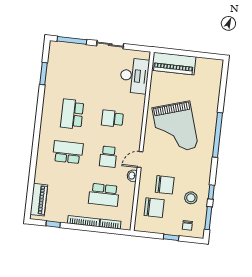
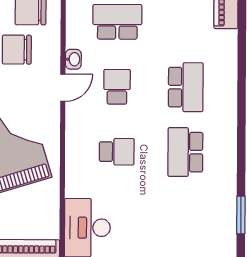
school desk: (72, 114) -> (185, 152), turned 180
school desk: (68, 152) -> (186, 87), turned -90

